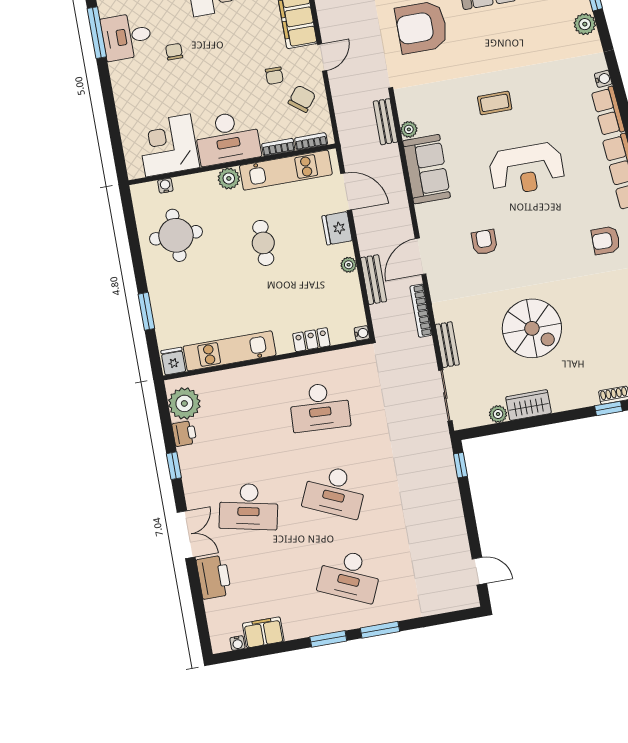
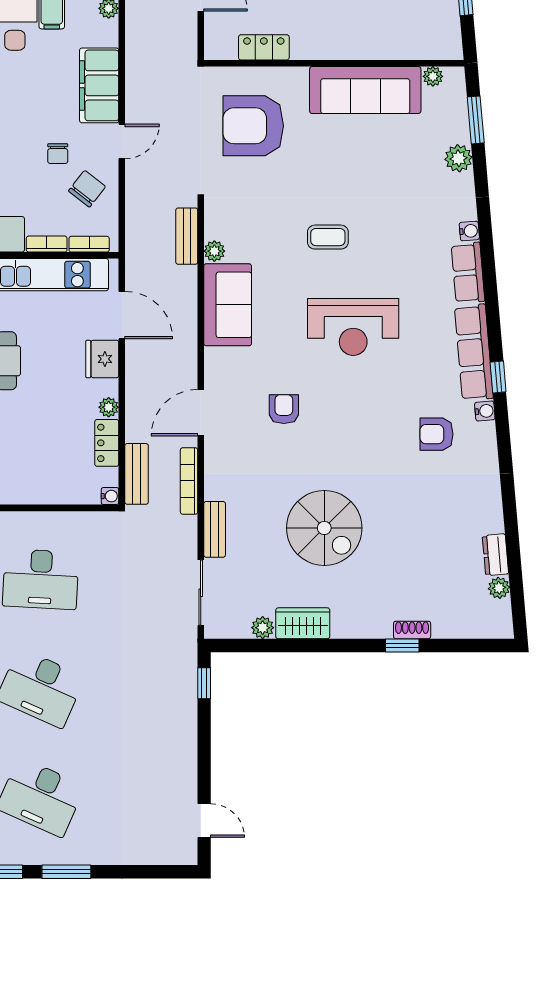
bench: (374, 280) -> (137, 474), moved
locker: (311, 340) -> (107, 443), moved, turned -90

